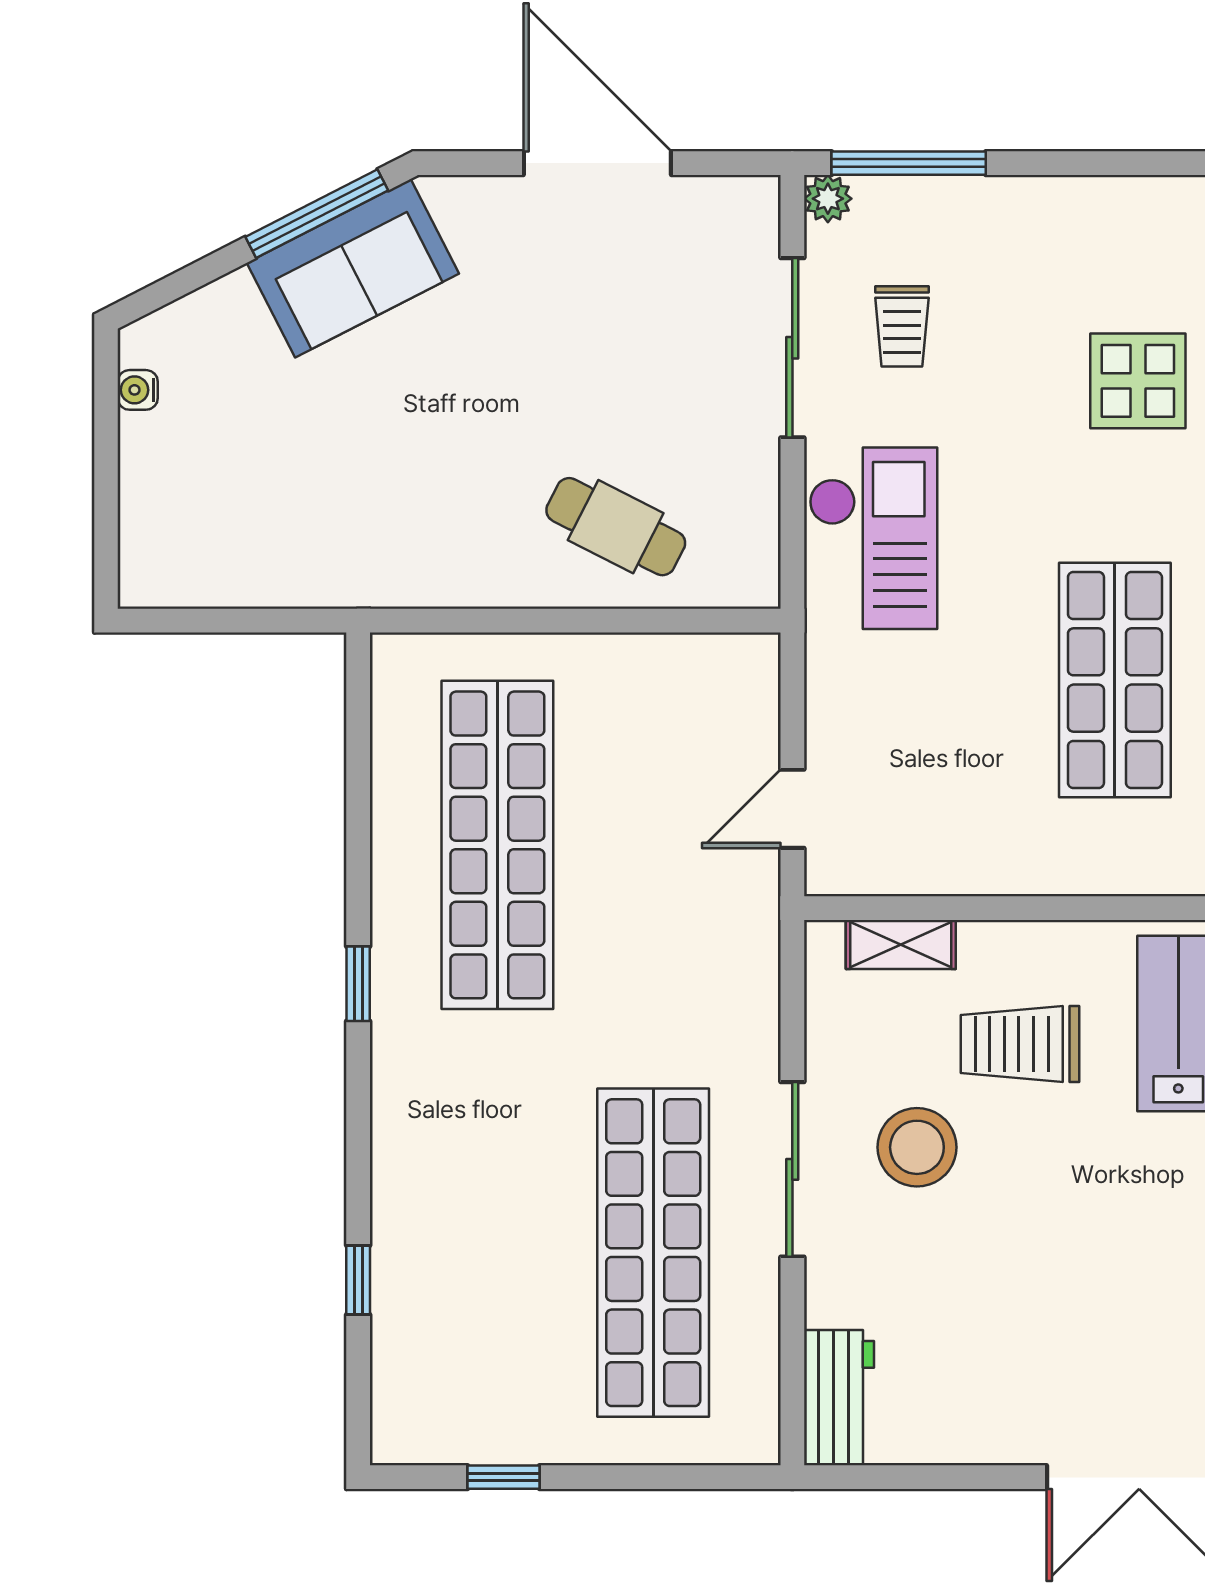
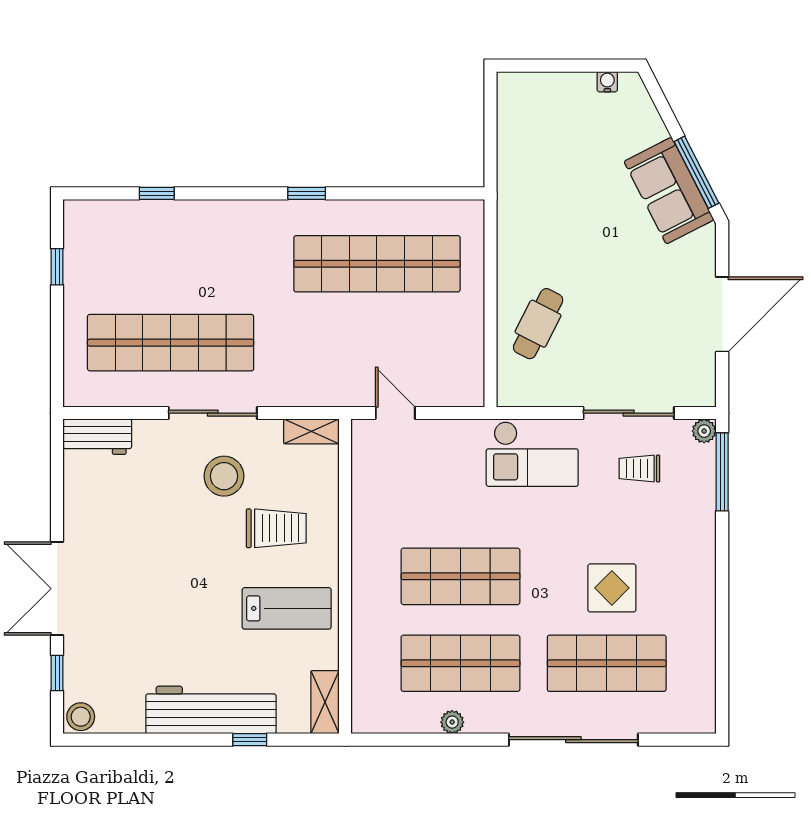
shelving: (901, 944) -> (311, 431), moved, turned 90
trolley: (1020, 1044) -> (276, 528), turned 90

